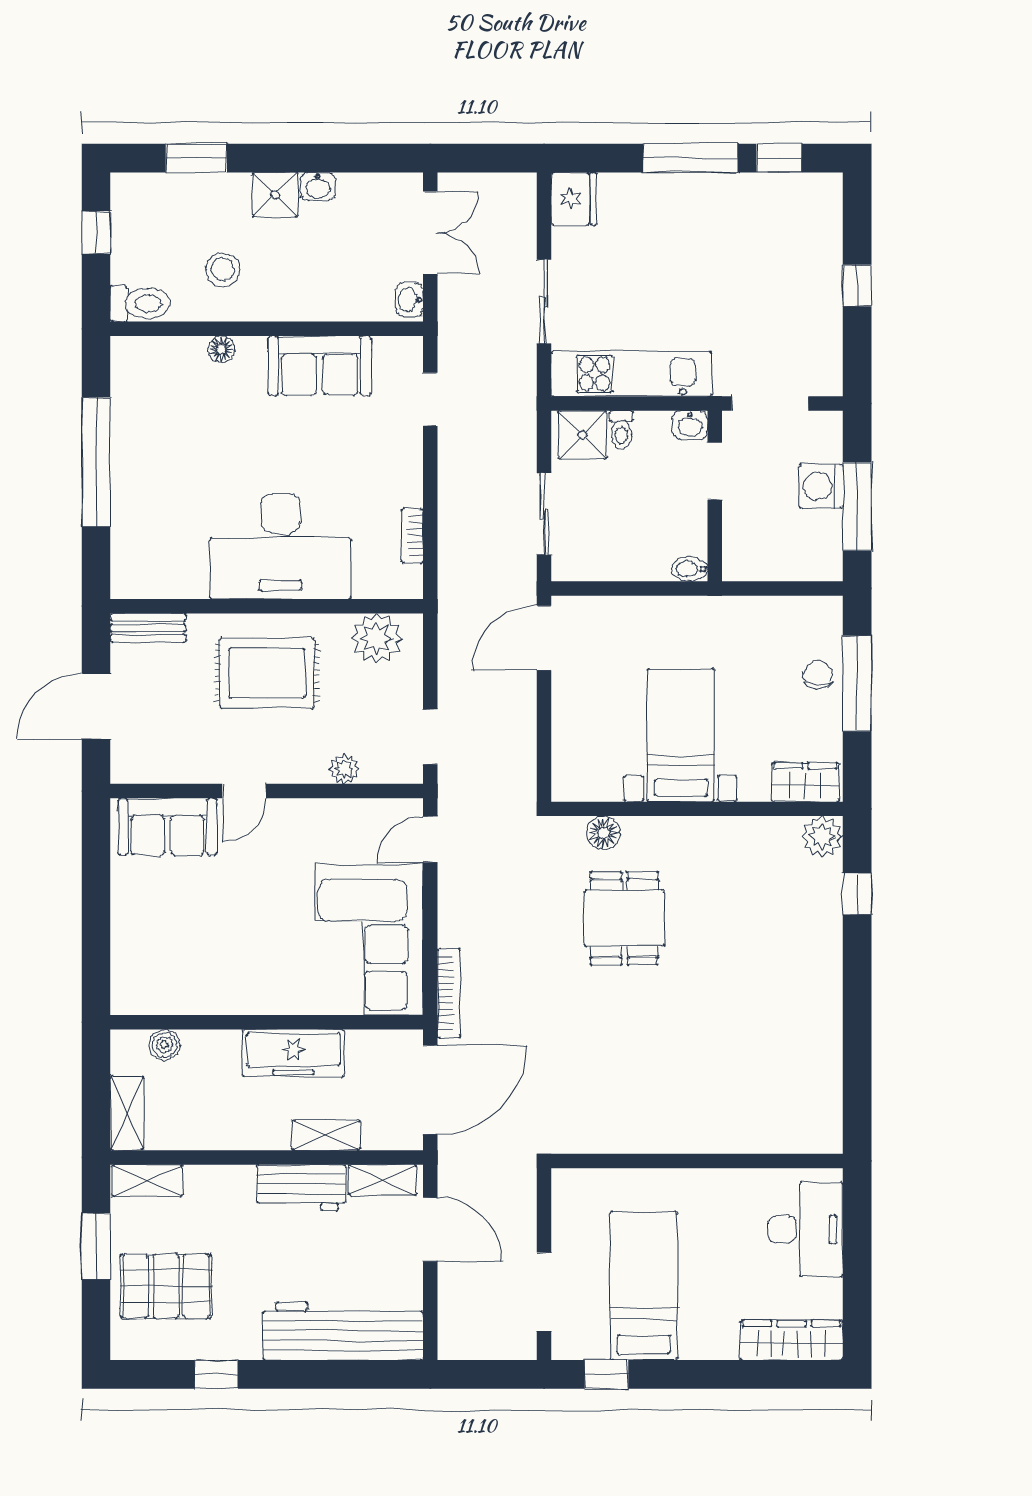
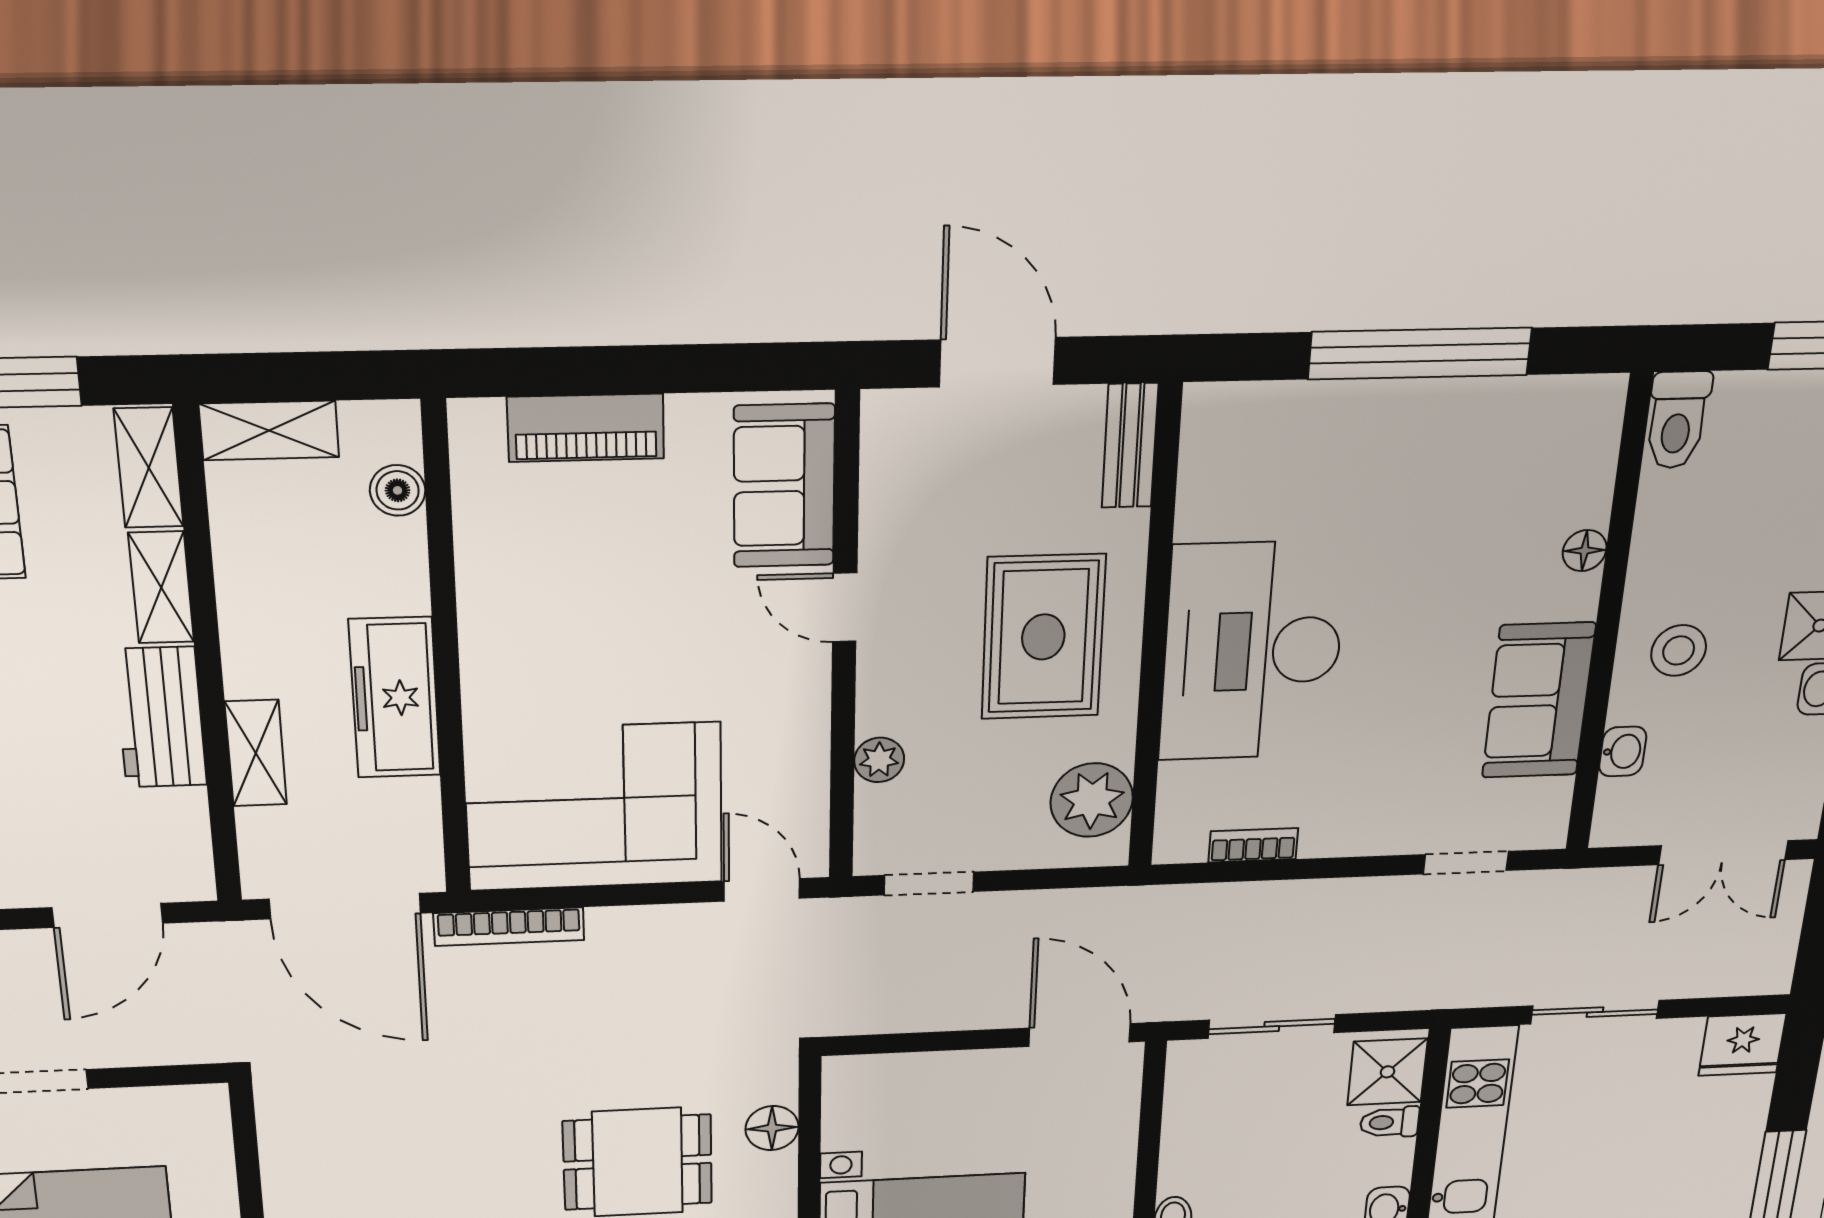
stool: (223, 269) -> (1679, 650), moved
washbasin: (409, 300) -> (1623, 751), moved, turned 90
piano: (130, 938) -> (586, 428), added
shelving: (382, 1180) -> (161, 587), moved

